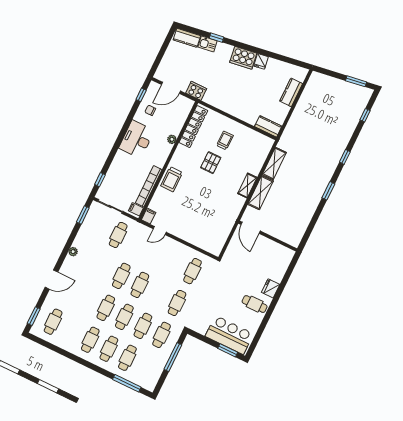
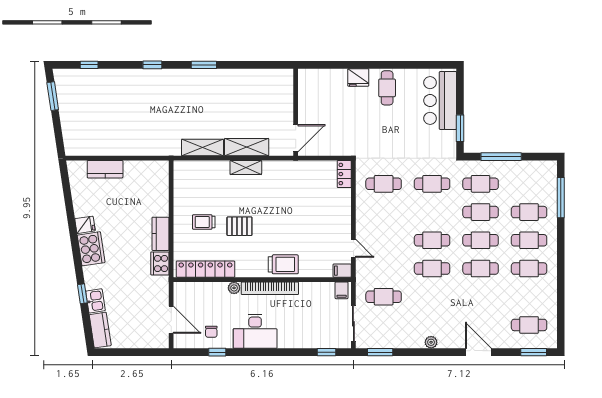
cooker: (196, 91) -> (160, 263), moved
window: (141, 95) -> (217, 352), moved
kitchen counter: (268, 126) -> (161, 234), moved
bookcase: (149, 186) -> (270, 288), moved
locker: (212, 248) -> (344, 174), added
window: (228, 350) -> (460, 128), moved

